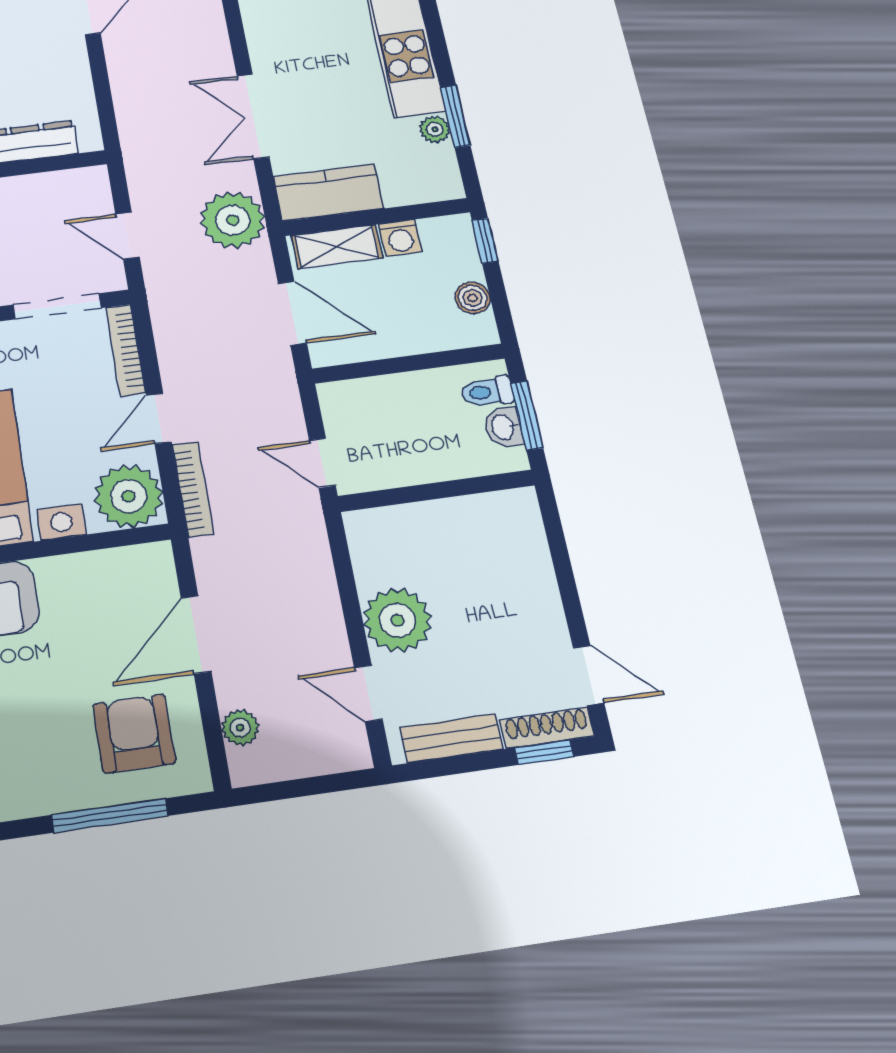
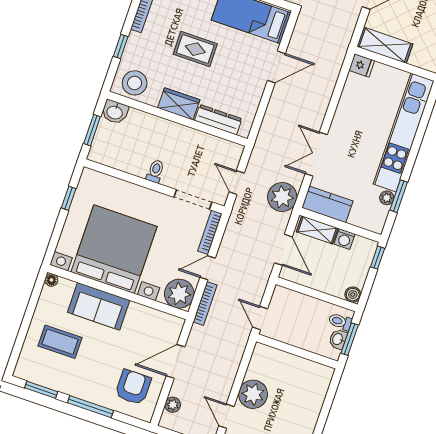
boiler: (473, 298) -> (353, 295), moved
window: (110, 815) -> (90, 407), moved

